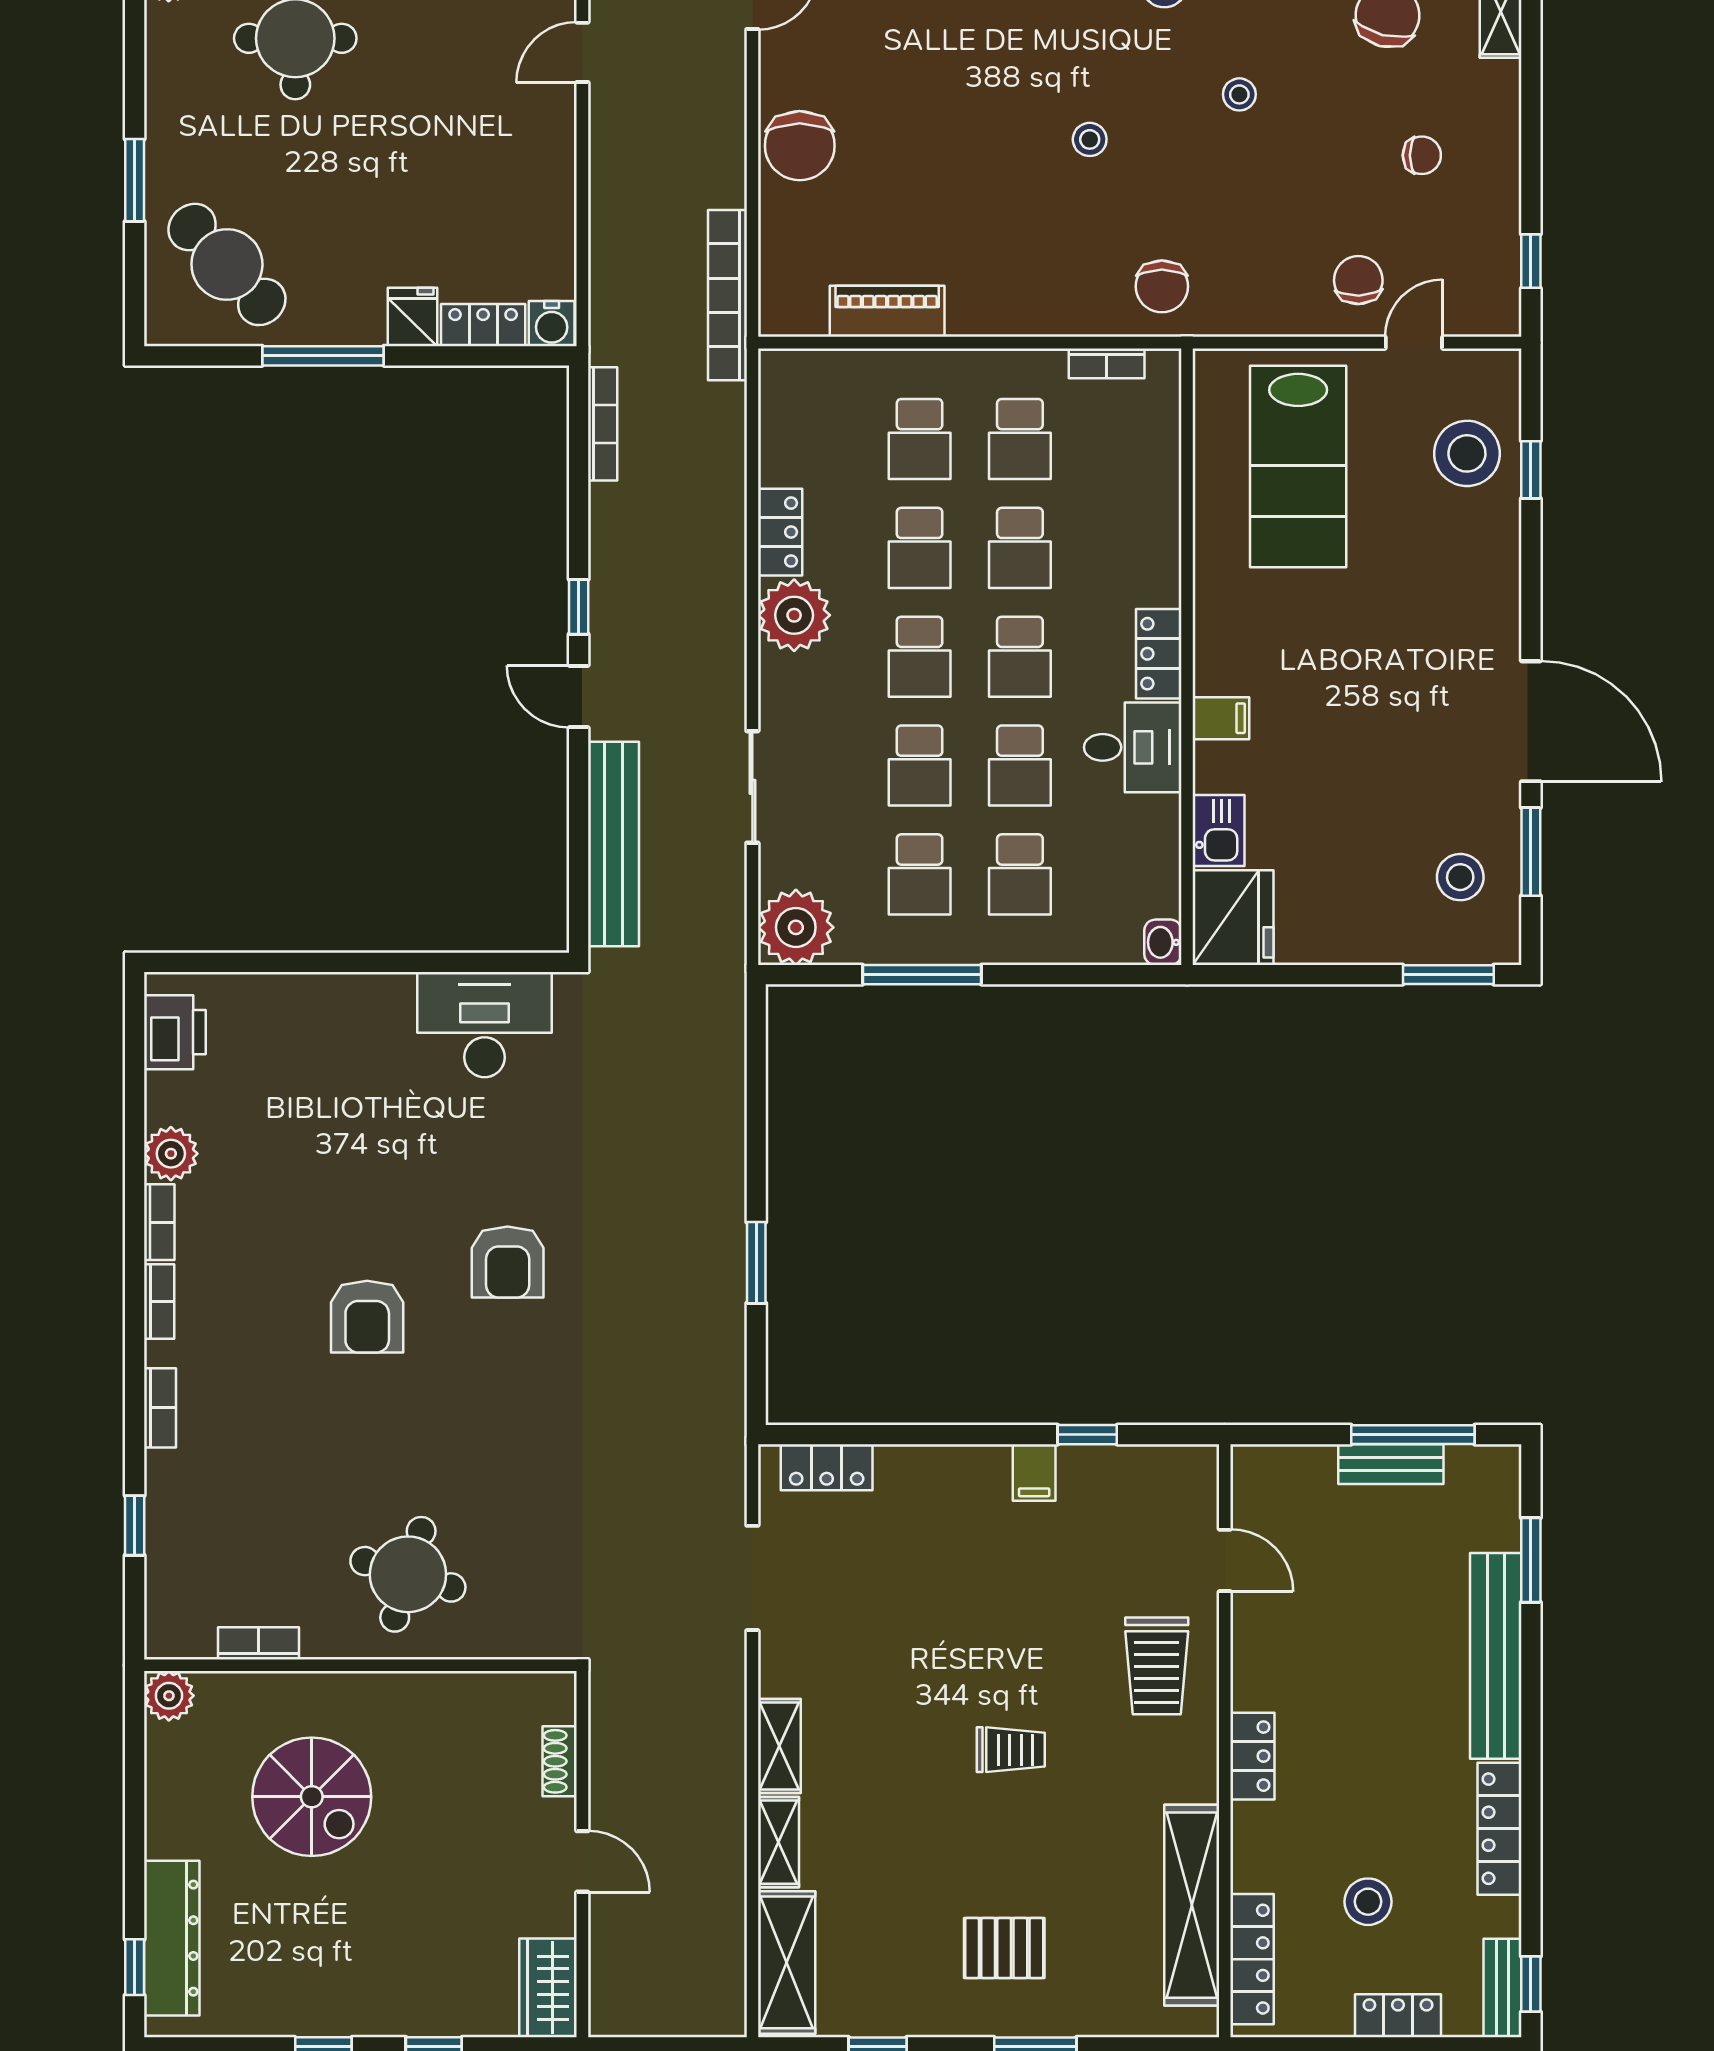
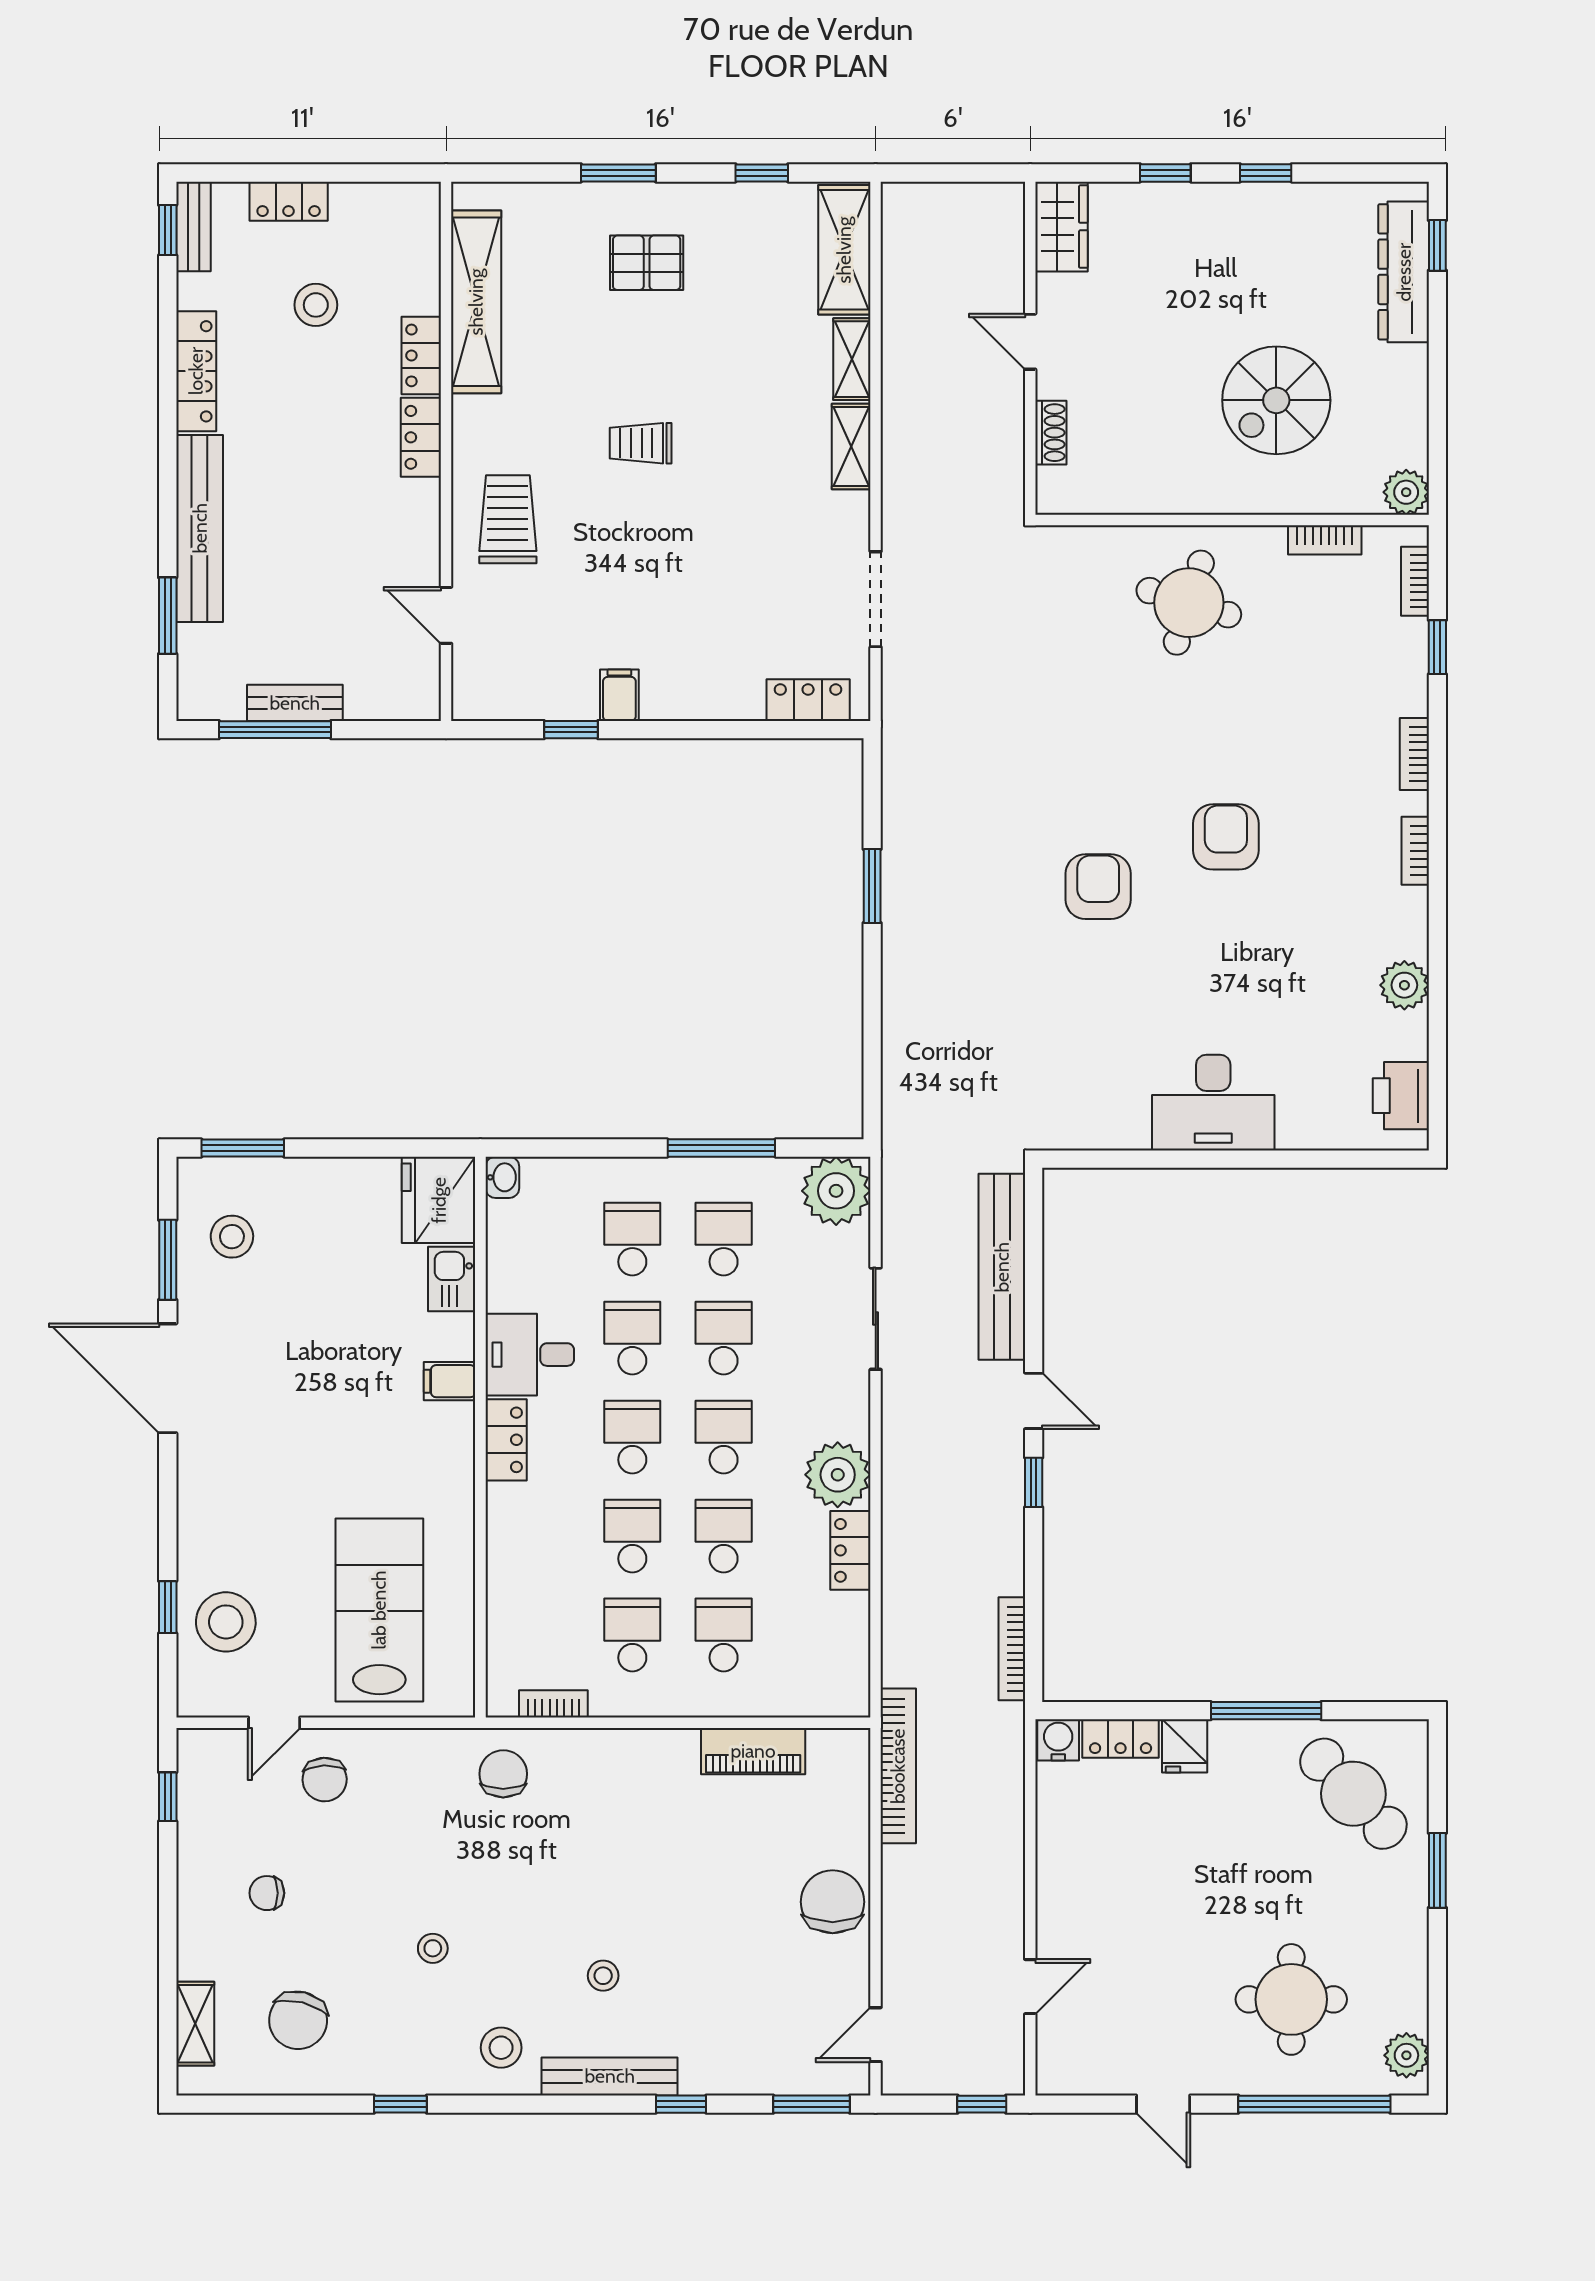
stool: (1090, 139) -> (603, 1976), moved
desk: (485, 1025) -> (1213, 1103), moved
bookcase: (159, 1222) -> (1415, 581), moved
spiral stairs: (312, 1797) -> (1276, 400), turned -90
locker: (1252, 1959) -> (421, 355), moved, width x0.66

